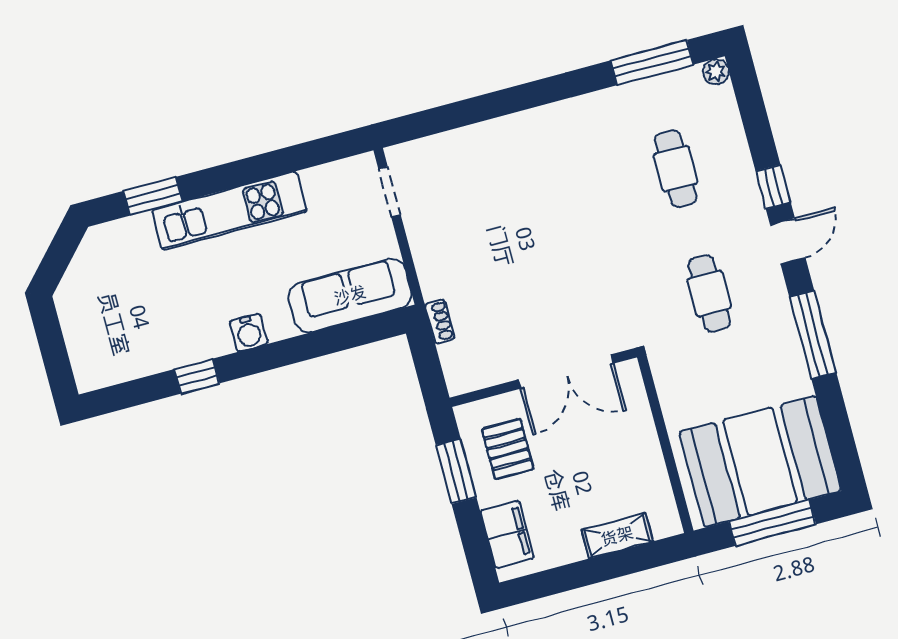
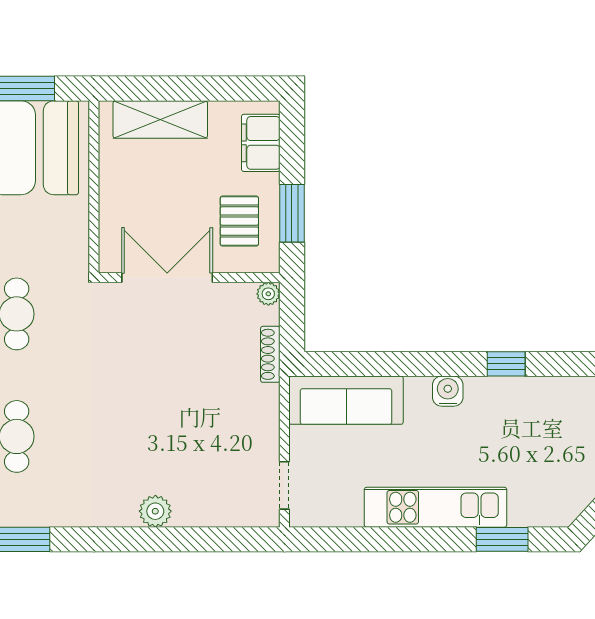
plant: (514, 130) -> (155, 511), added
shoe rack: (440, 322) -> (270, 354), width x1.43
plant: (458, 383) -> (268, 294), added
shelving: (617, 536) -> (160, 119), width x1.50, depth x1.33

